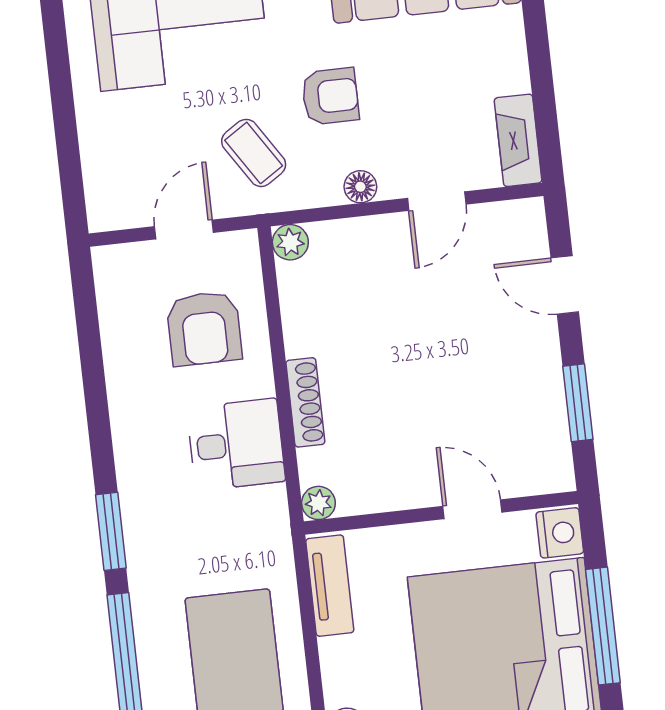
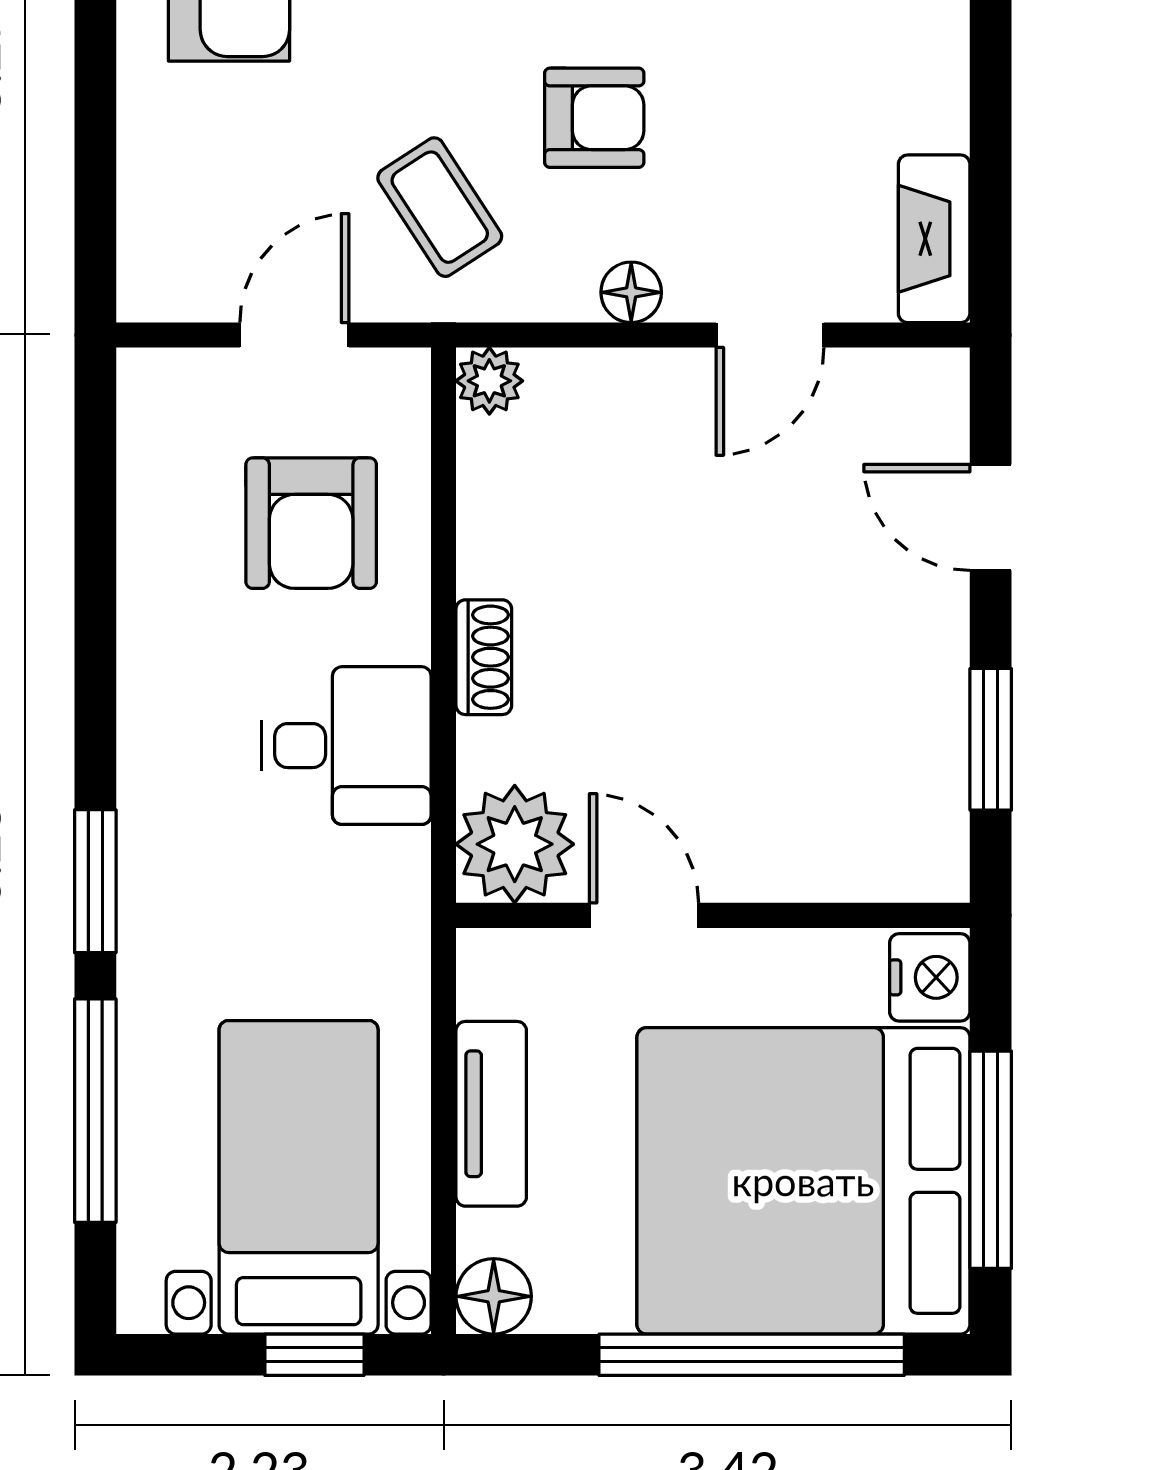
shoe rack: (305, 402) -> (484, 657), width x0.70
plant: (318, 503) -> (515, 844), width x1.88, depth x1.88
door: (472, 509) -> (644, 915), moved
tv unit: (330, 586) -> (491, 1114), moved

